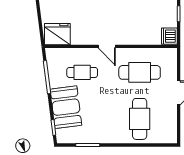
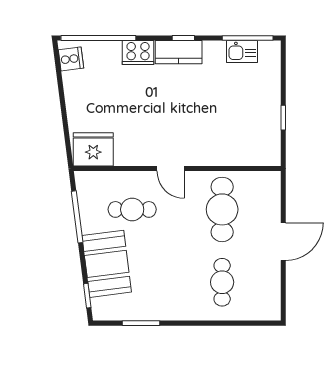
dishwasher: (169, 36) -> (269, 153), removed
cafe table: (140, 72) -> (222, 209), turned 90
cafe table: (140, 119) -> (222, 282), width x0.73, depth x0.74

